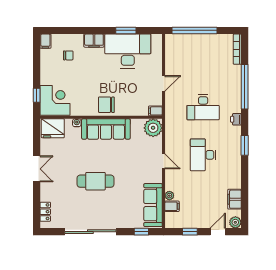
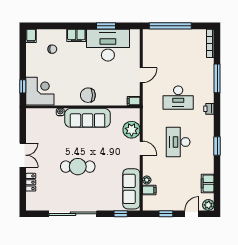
window: (245, 87) -> (217, 78), width x0.68
fridge: (53, 128) -> (38, 117), removed
plant: (153, 128) -> (132, 130), moved
window: (245, 145) -> (217, 146), moved
locker: (45, 212) -> (31, 182), moved

